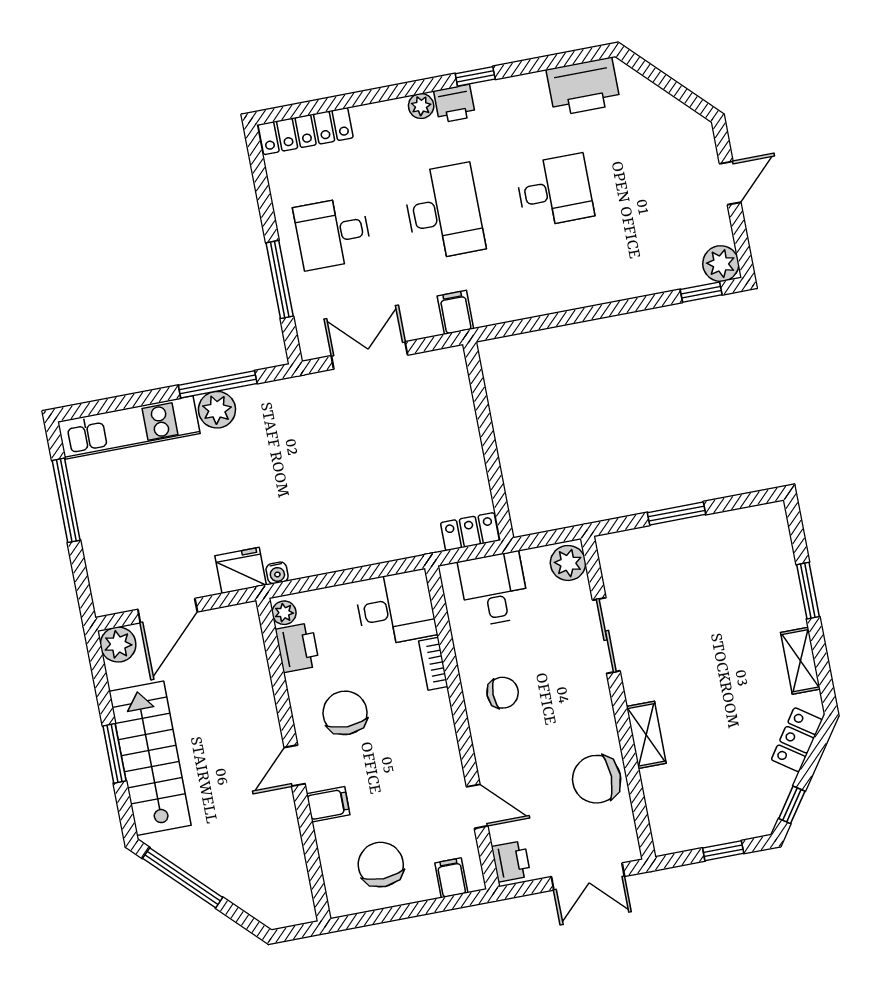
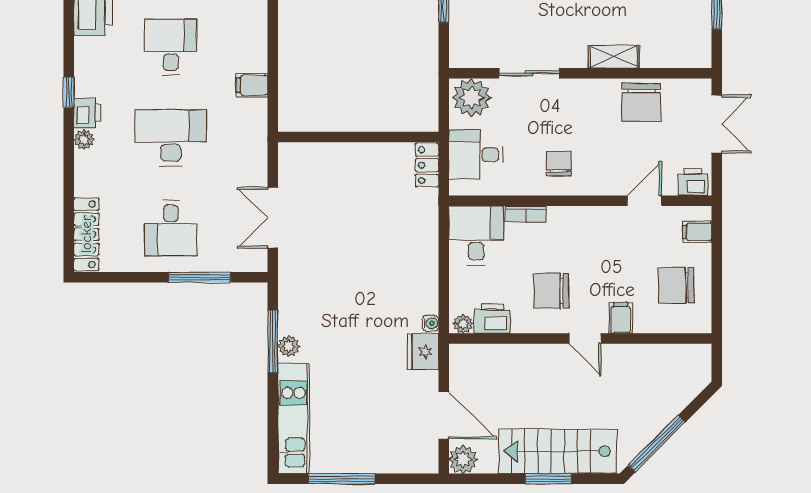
filing cabinet: (455, 312) -> (252, 85), moved
plant: (217, 410) -> (289, 346), width x0.73, depth x0.73
plant: (568, 563) -> (472, 98), width x1.36, depth x1.36

